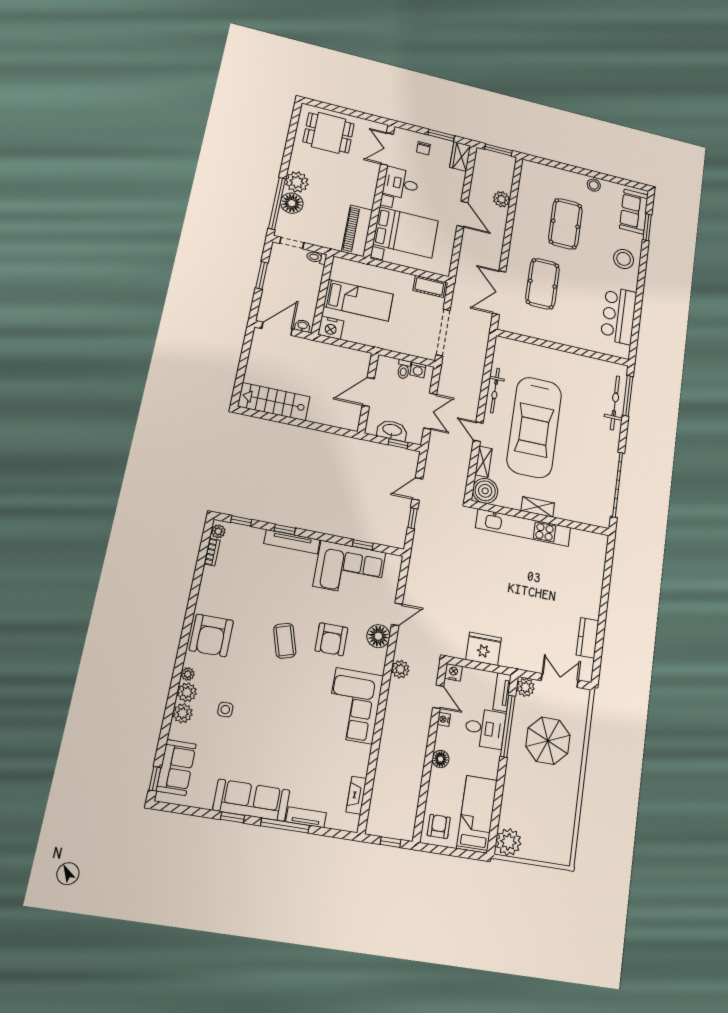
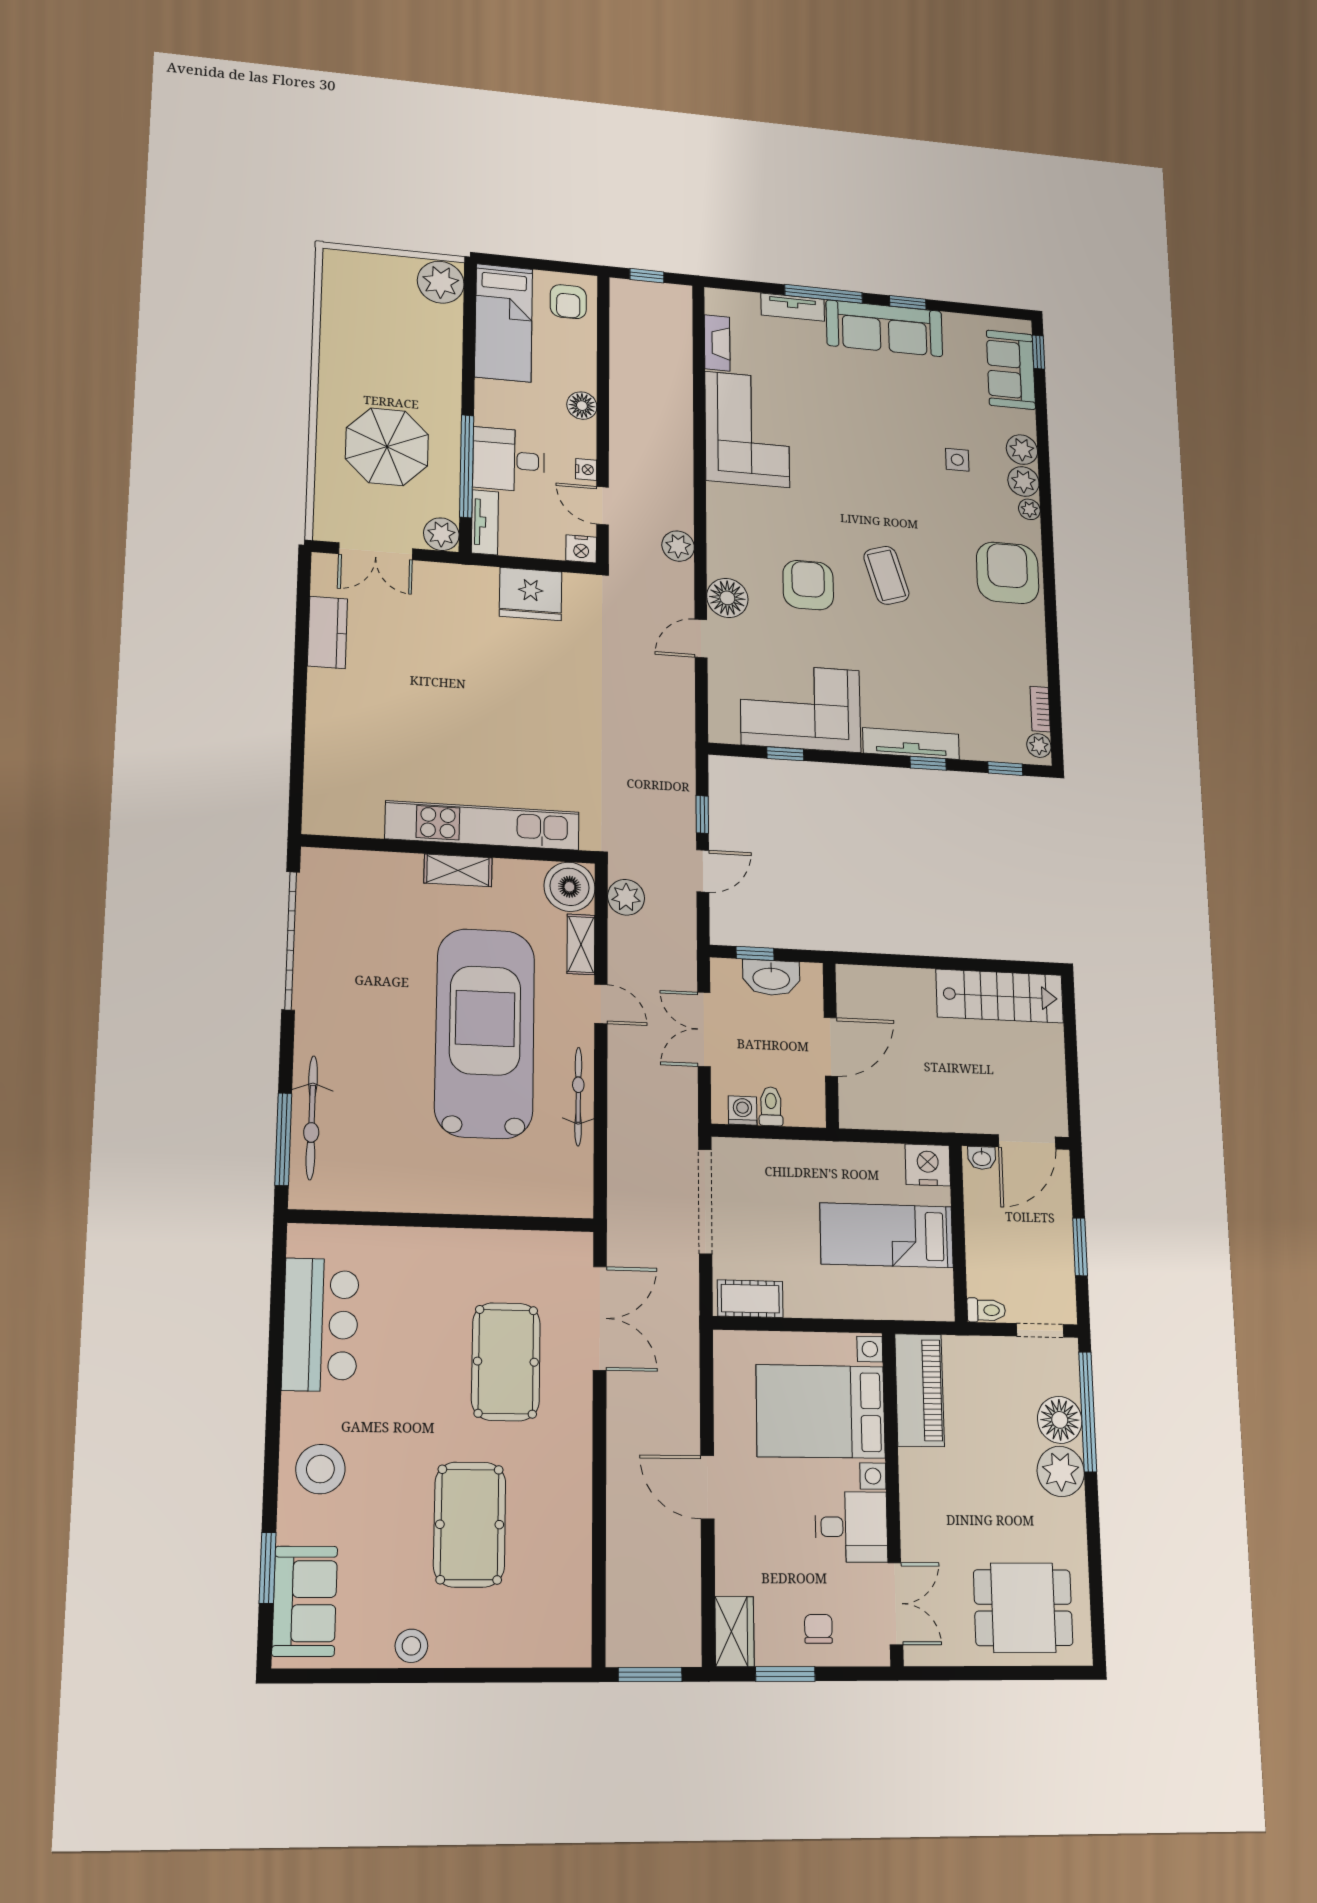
plant: (502, 199) -> (626, 897), moved
corner sofa: (354, 706) -> (747, 429), moved

